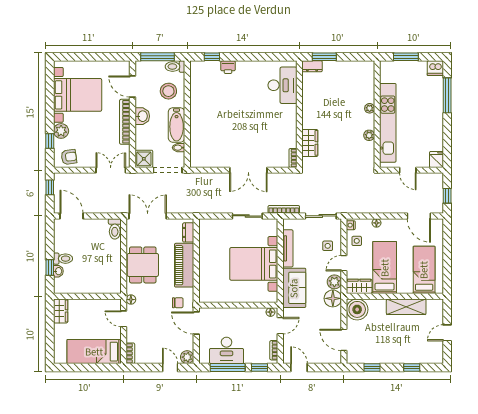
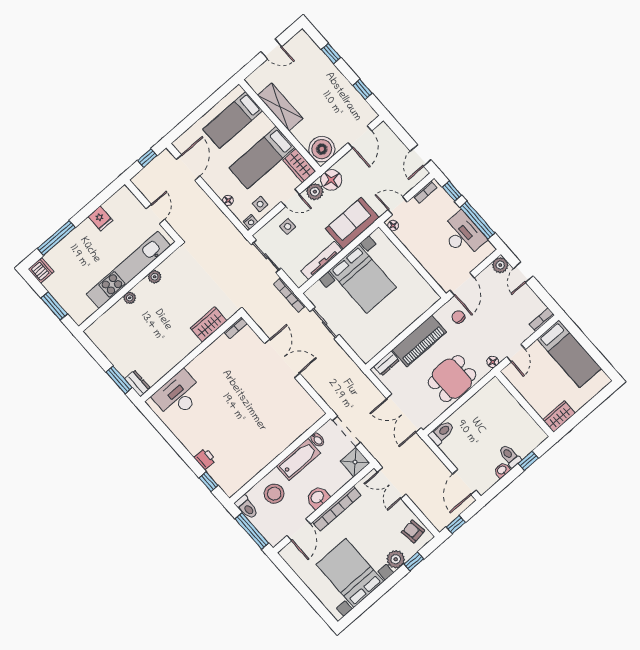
fridge: (436, 159) -> (100, 218), moved, turned -90
washbasin: (58, 271) -> (502, 470), moved

